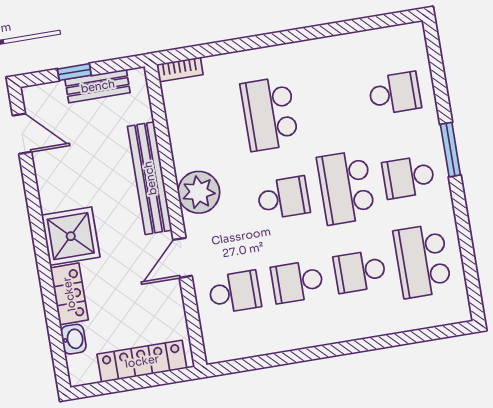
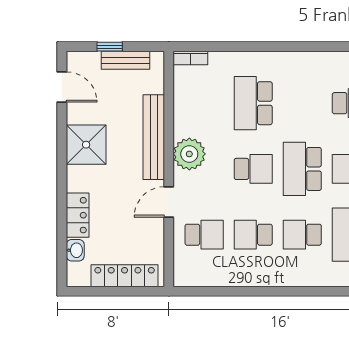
shower: (71, 236) -> (86, 145), moved

